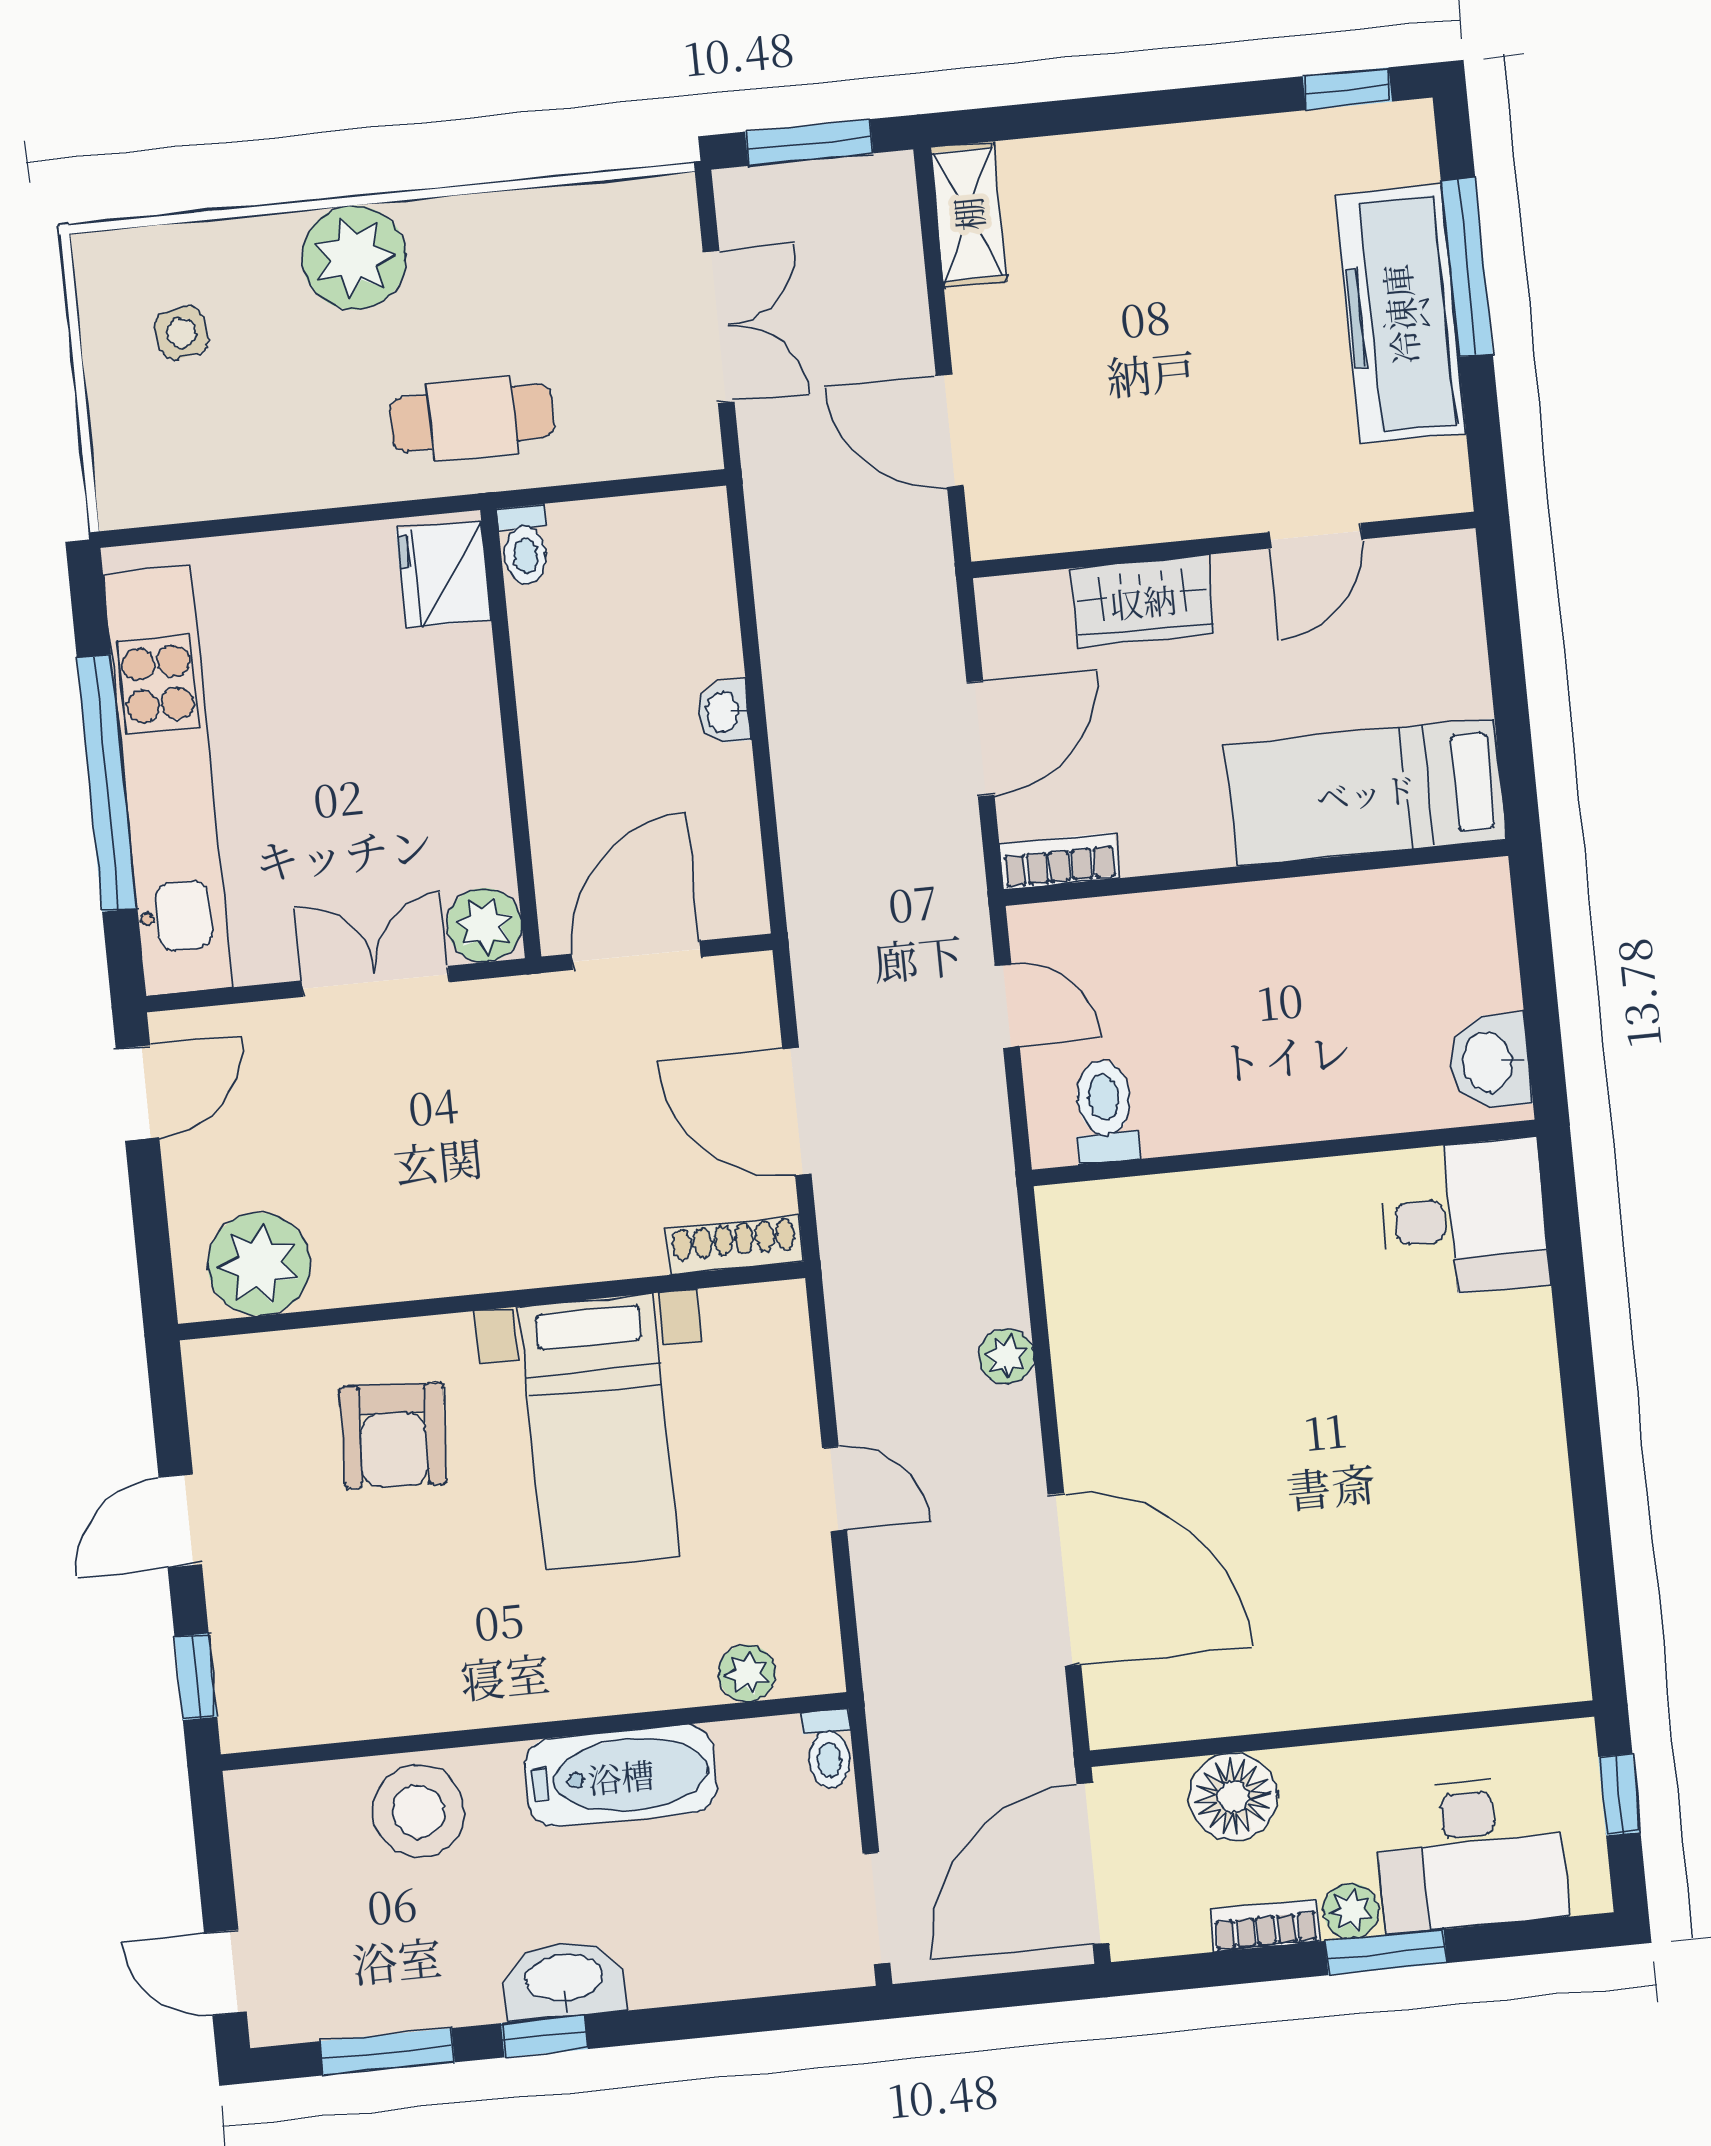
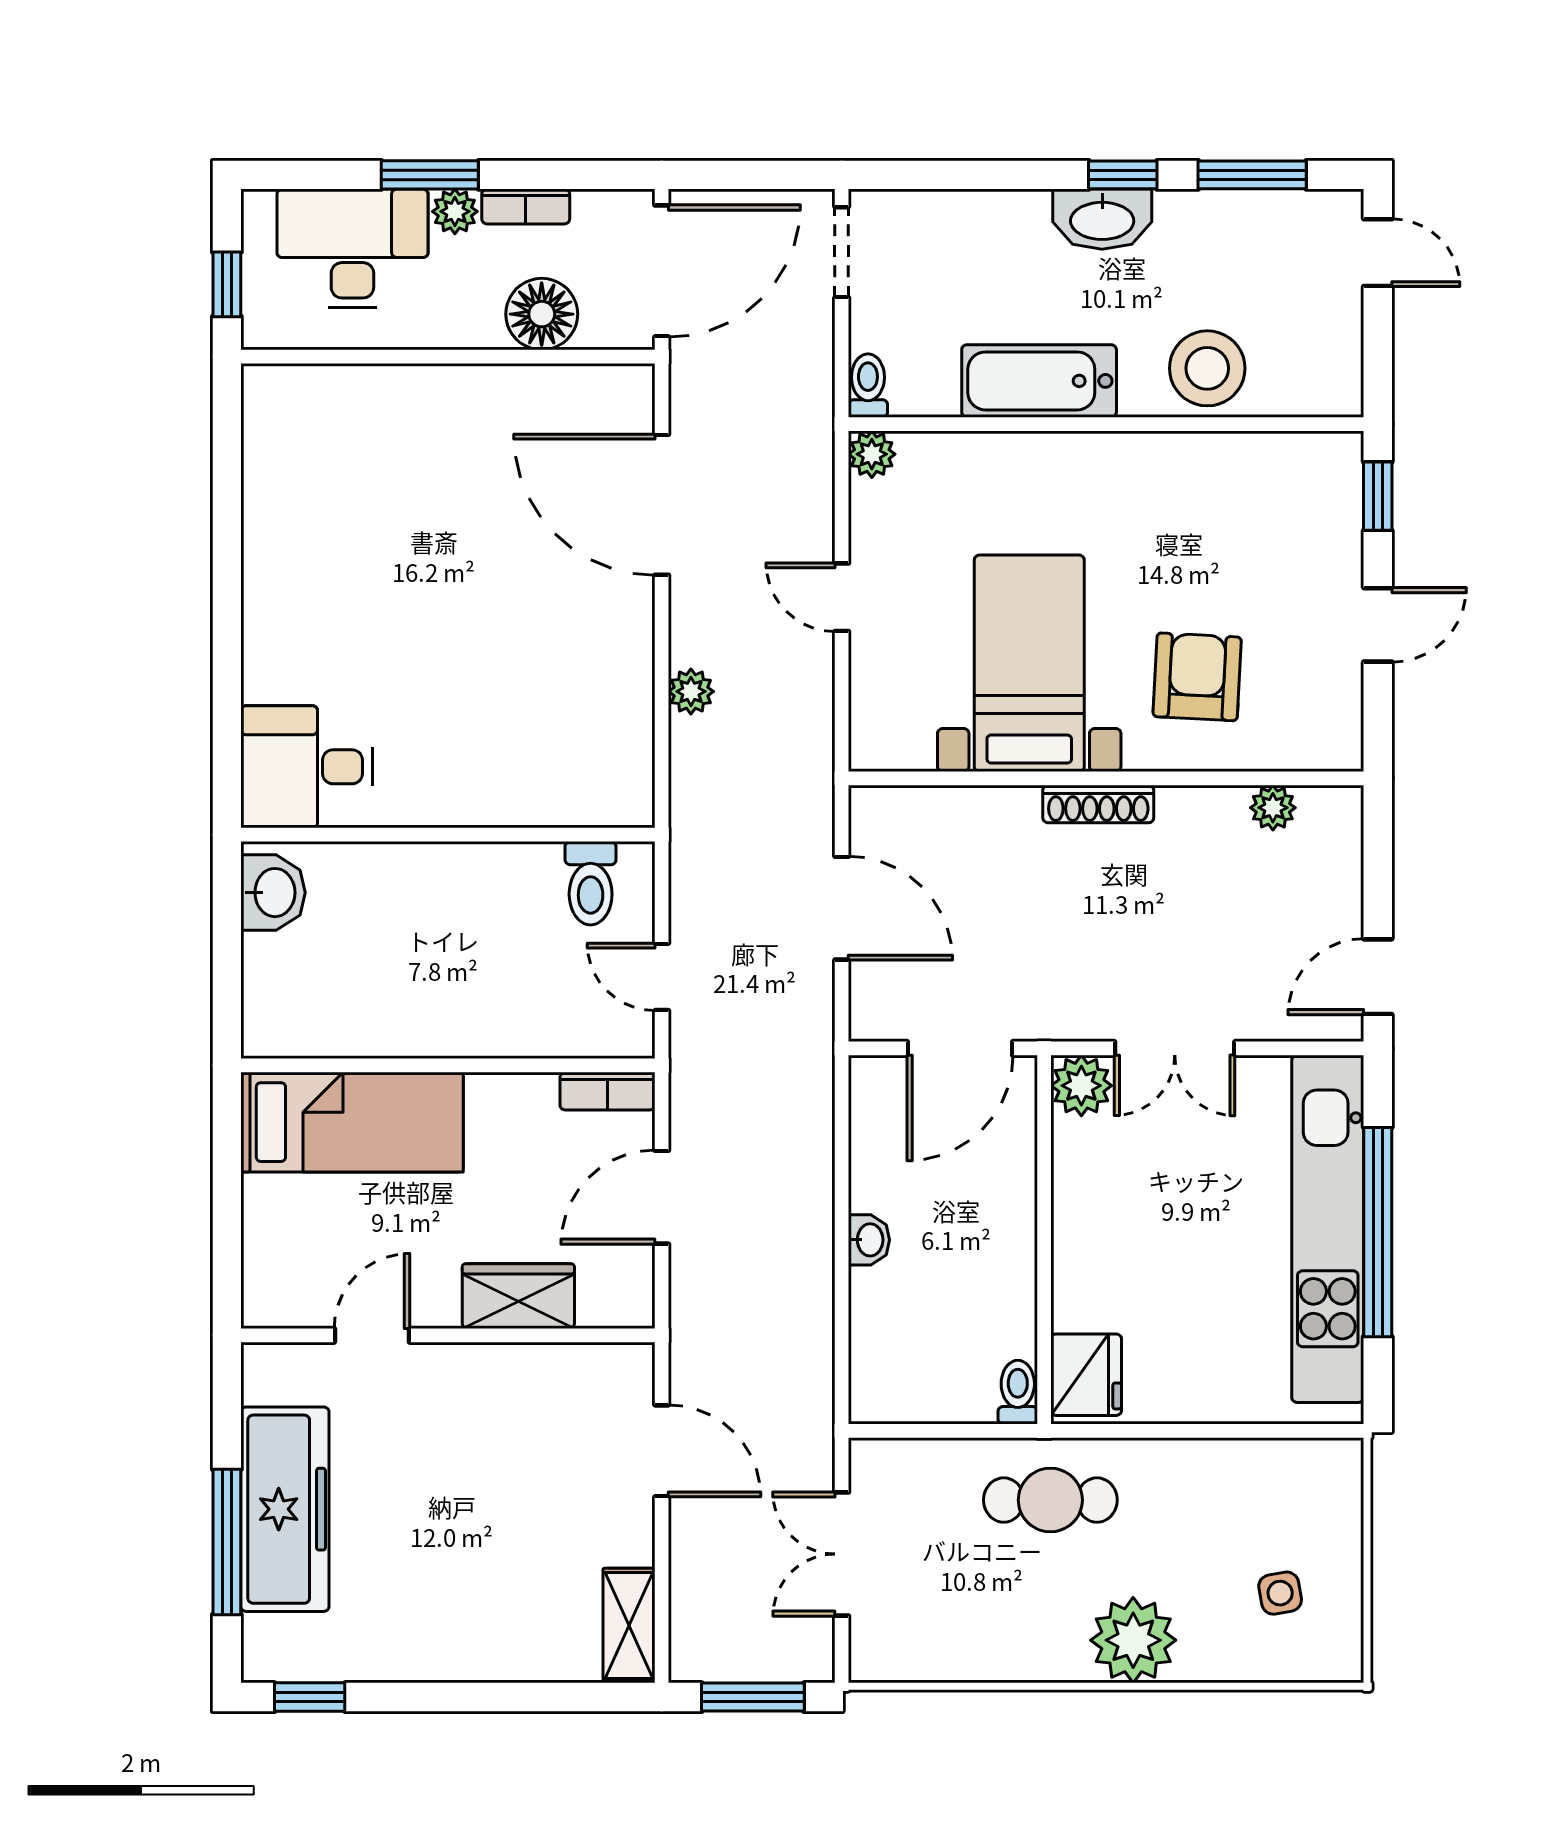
shoe rack: (734, 1245) -> (1098, 804), moved
plant: (259, 1264) -> (1273, 808), width x0.53, depth x0.53
plant: (747, 1673) -> (872, 454), moved

